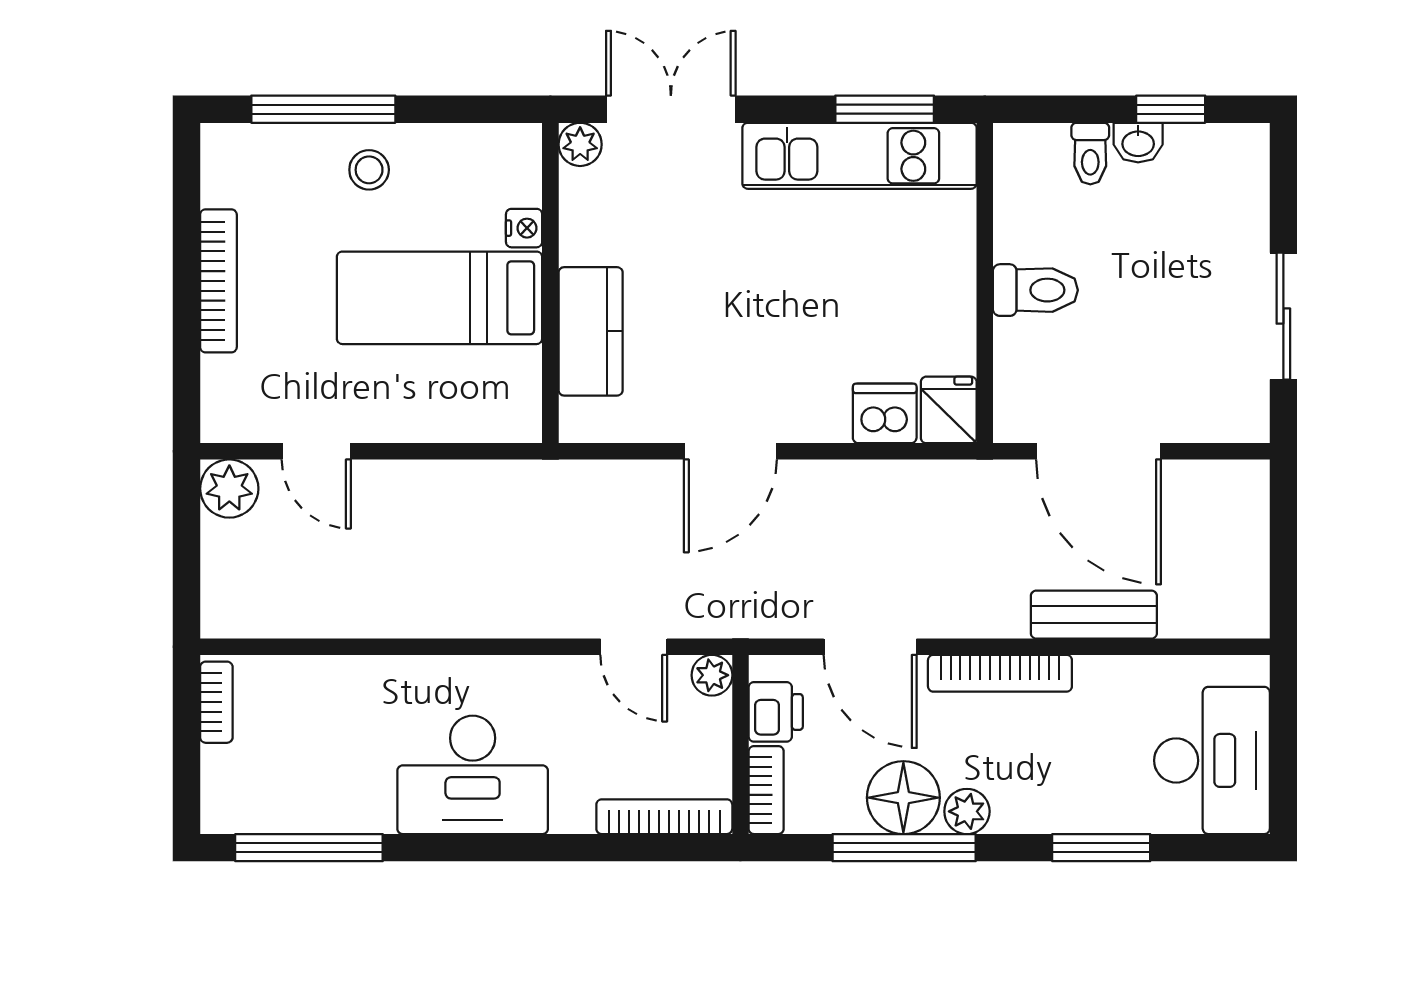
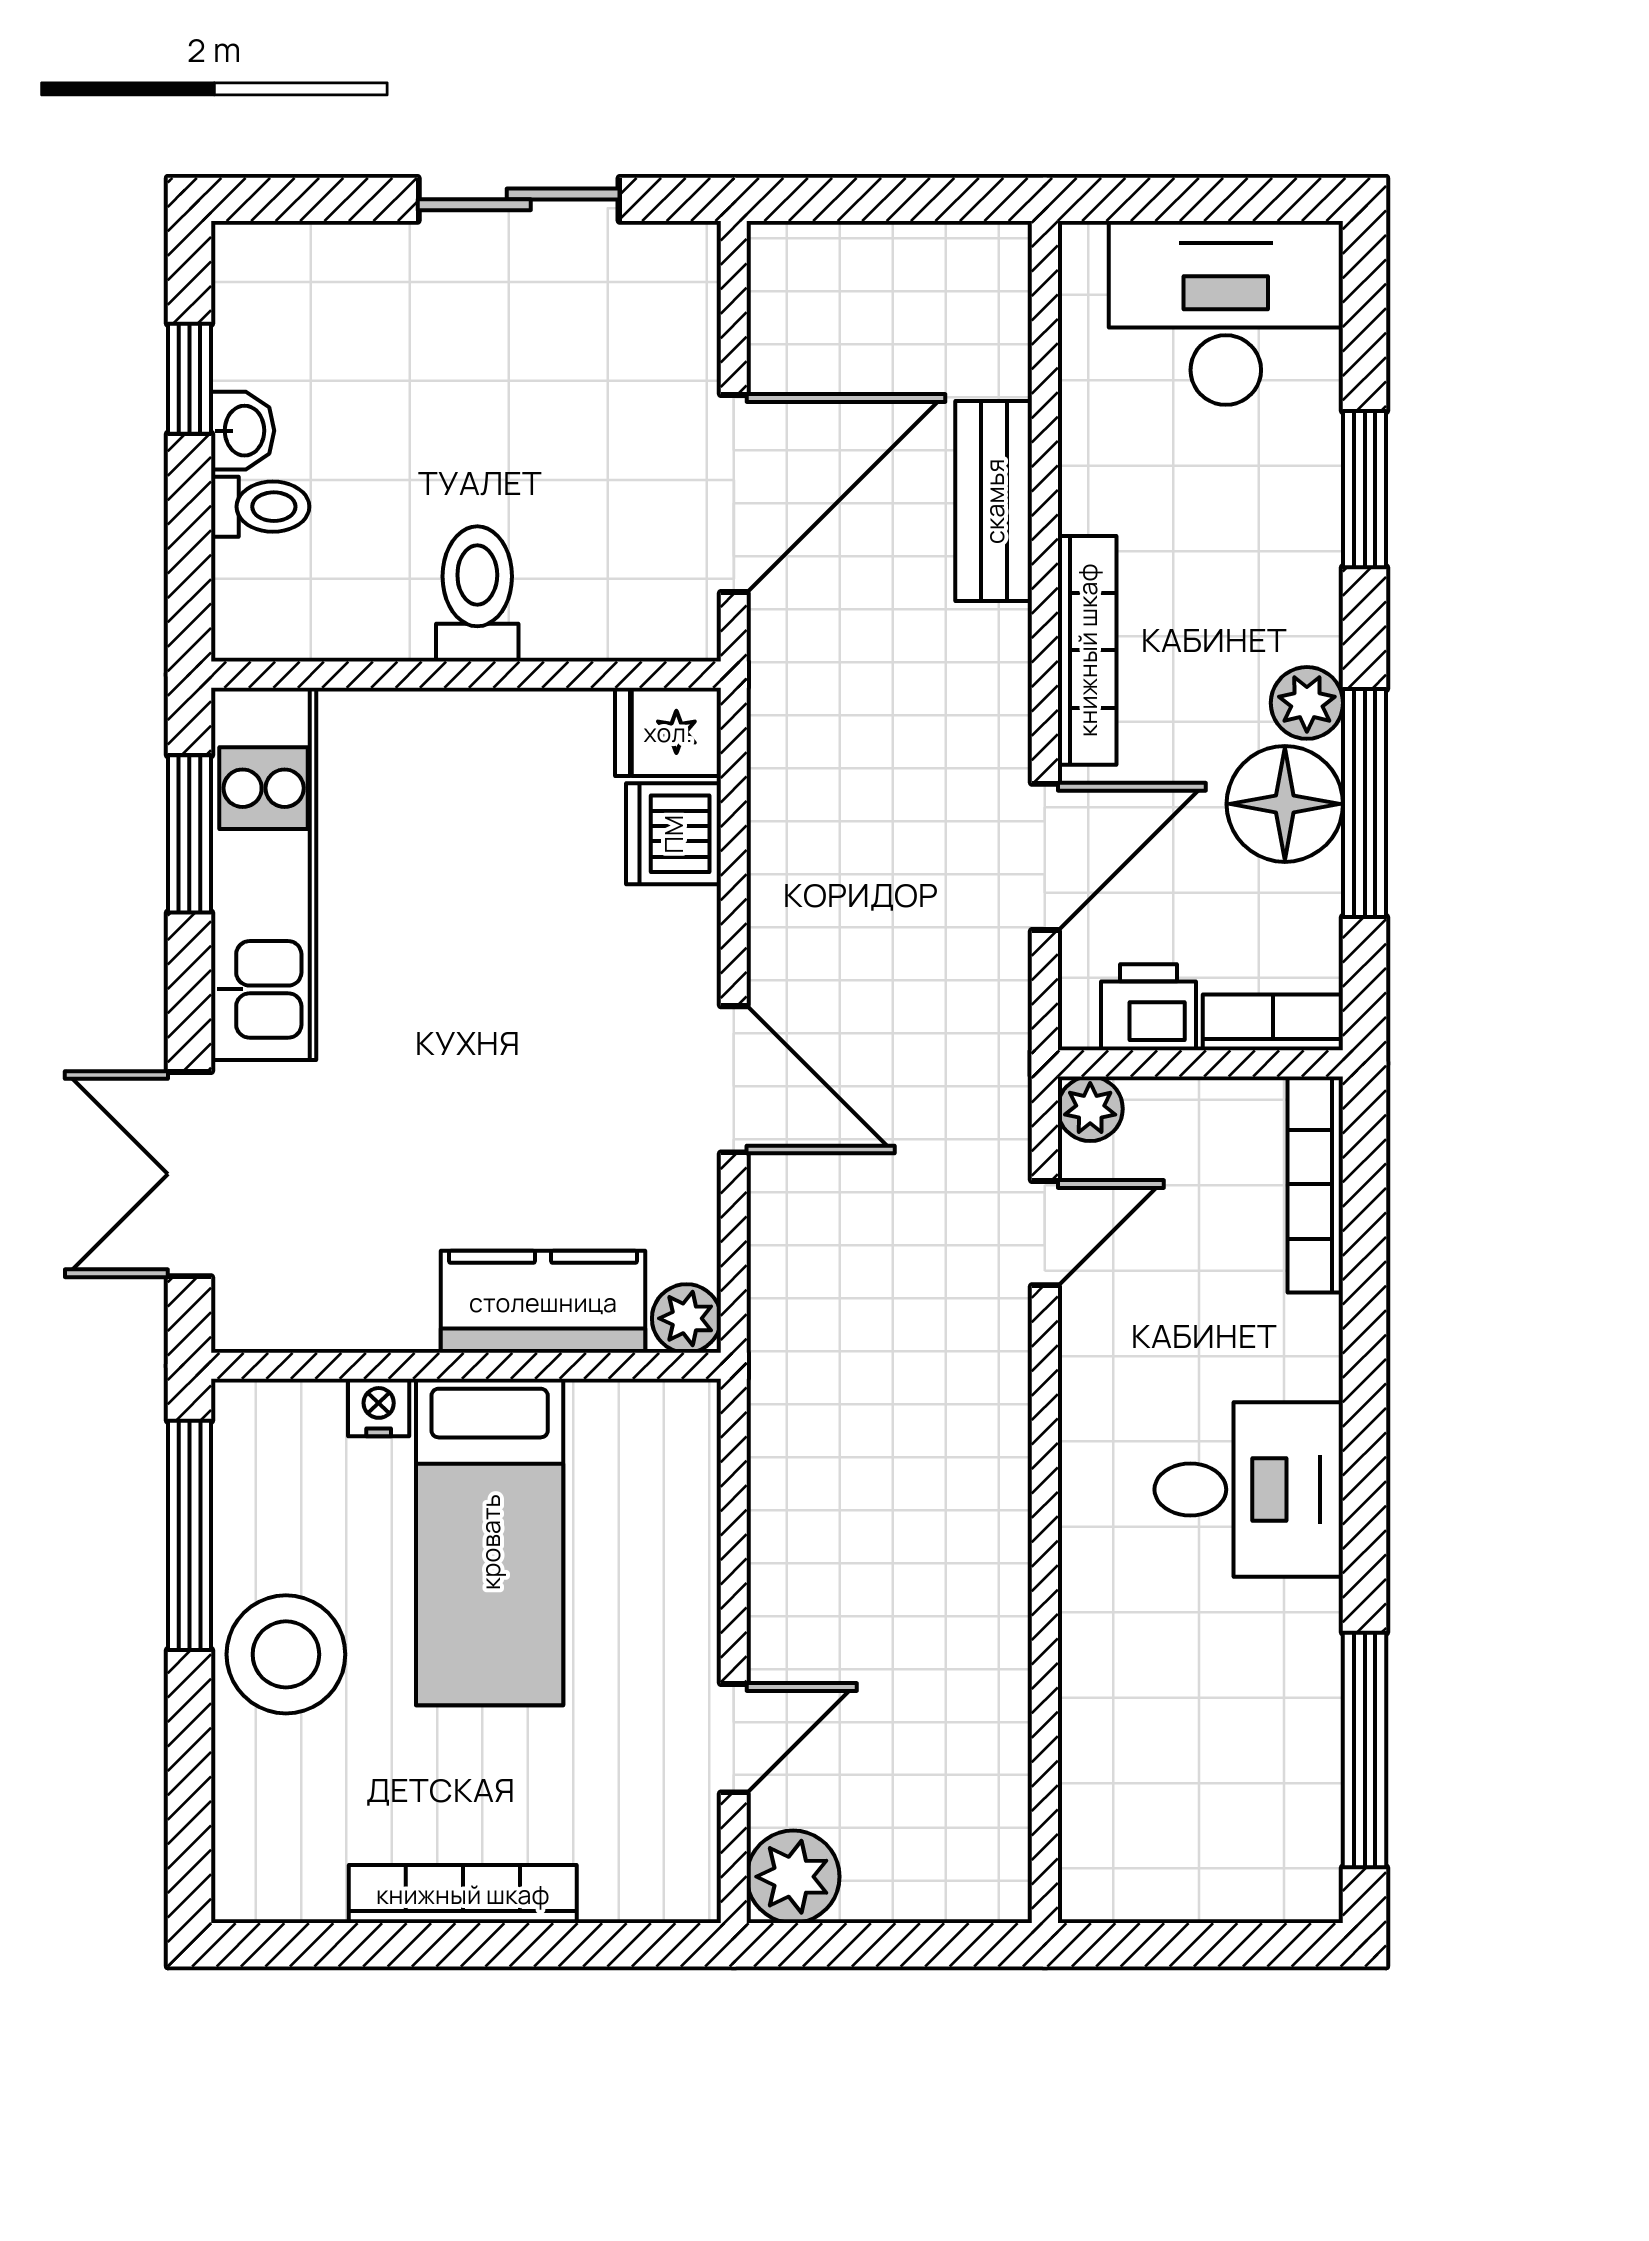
window: (323, 109) -> (189, 1535), moved
plant: (580, 144) -> (686, 1318), moved
stool: (369, 170) -> (286, 1654), width x1.89, depth x1.89
bookcase: (216, 702) -> (1133, 1897), removed
desk: (473, 775) -> (1249, 1490), width x0.73

